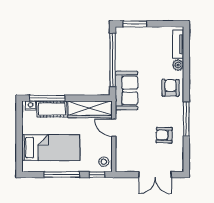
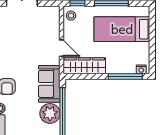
plant: (126, 60) -> (50, 113), added
cot: (52, 109) -> (121, 66), removed
armchair: (164, 135) -> (13, 41), removed

